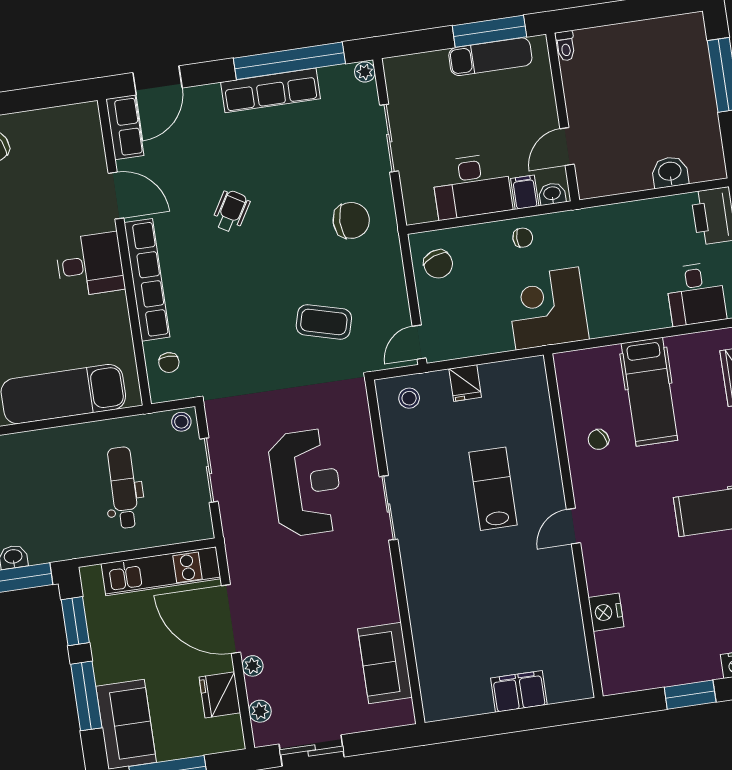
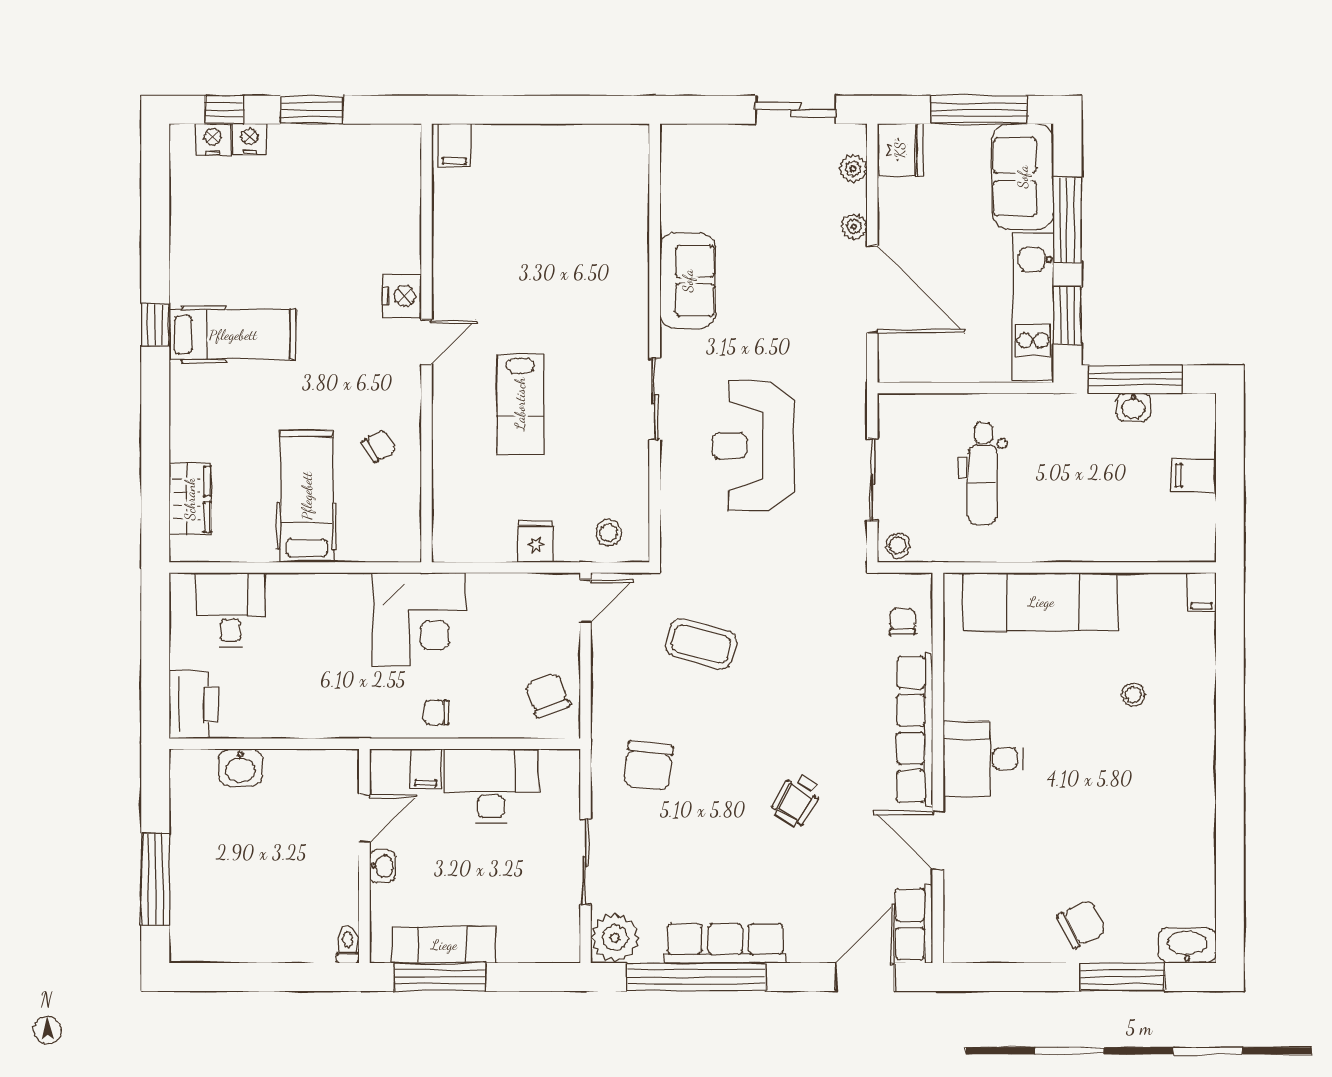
plant: (365, 72) -> (615, 938), width x1.88, depth x1.88
washbasin: (552, 194) -> (383, 866), moved, turned -90
chair: (351, 220) -> (648, 766), turned -83
kitchen unit: (161, 571) -> (1033, 306), moved, turned -90
nightstand: (606, 612) -> (402, 296), moved
sofa: (385, 663) -> (688, 281), moved
filing cabinet: (519, 691) -> (455, 145), moved, width x0.50
fridge: (220, 695) -> (900, 150), moved

